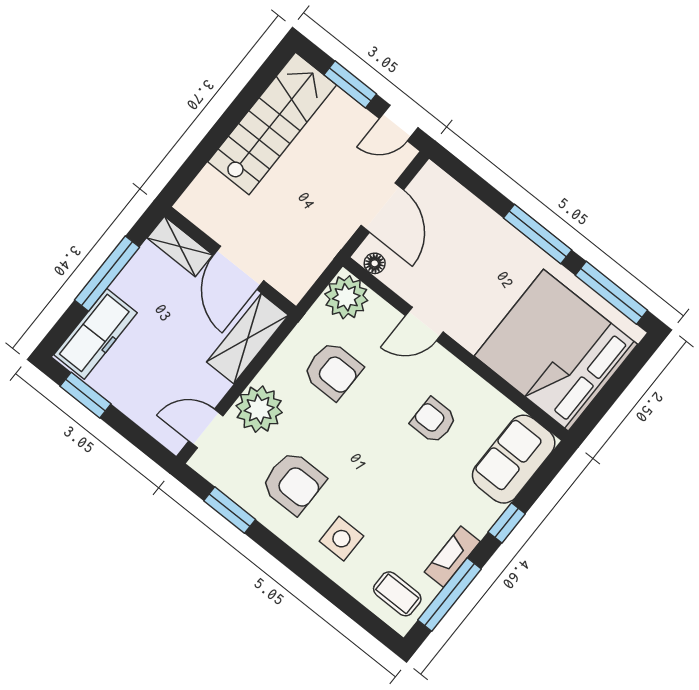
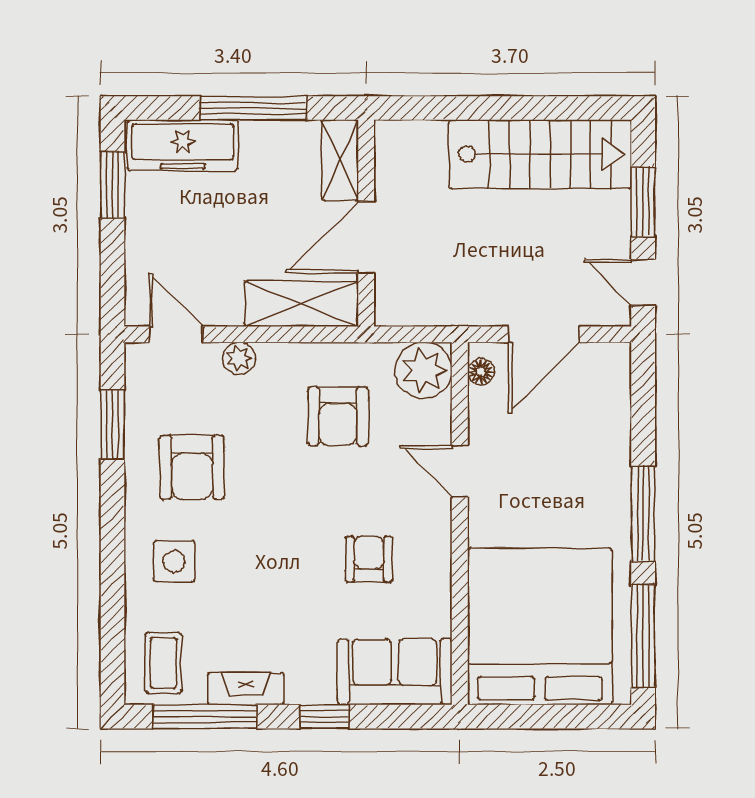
plant: (259, 409) -> (239, 358), width x0.53, depth x0.53

